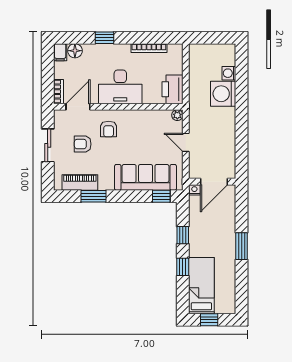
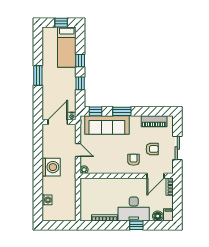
desk: (120, 87) -> (134, 209), moved, turned 180
printer: (172, 89) -> (88, 188), removed
washing machine: (223, 94) -> (51, 167), moved
window: (94, 196) -> (122, 111), moved

